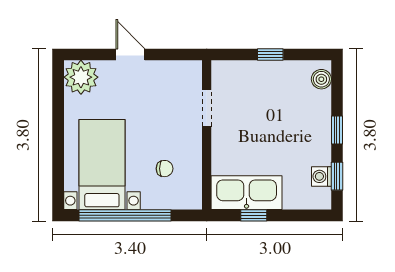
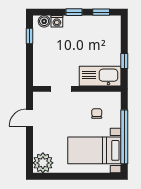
door: (130, 54) -> (30, 118), moved
window: (270, 54) -> (30, 36), moved
washing machine: (321, 176) -> (57, 21), moved
kitchen sink: (247, 193) -> (100, 76), moved, turned 90

